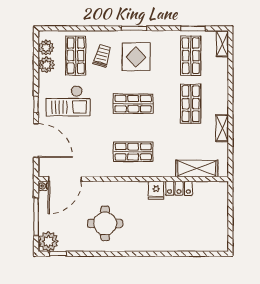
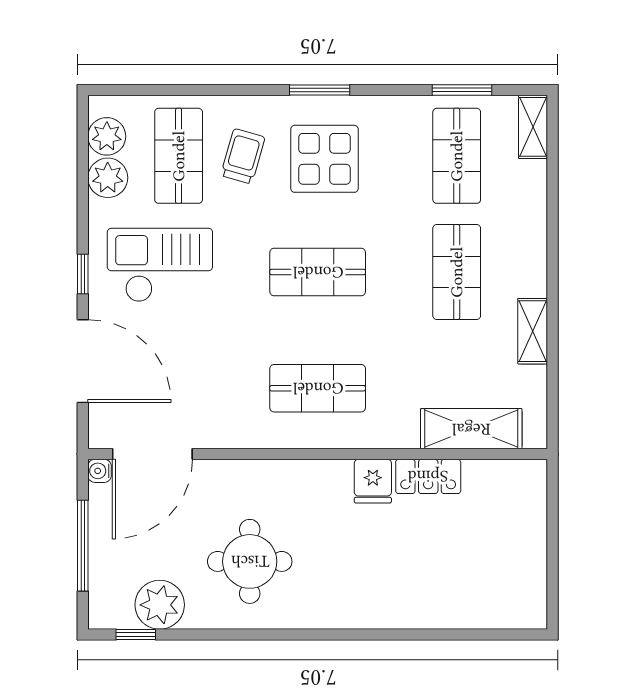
checkout: (68, 101) -> (160, 265), turned 180
plant: (48, 241) -> (160, 605), moved

